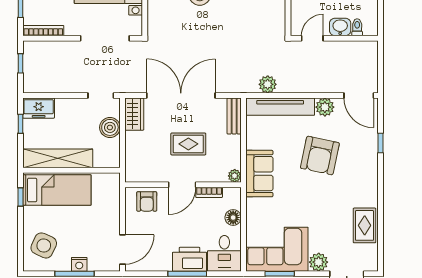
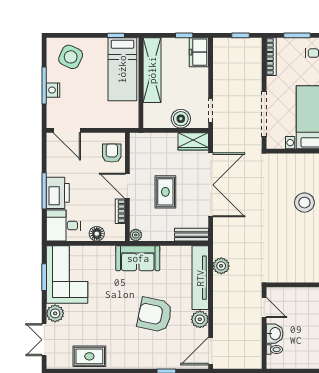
armchair: (147, 201) -> (112, 153), turned 90

